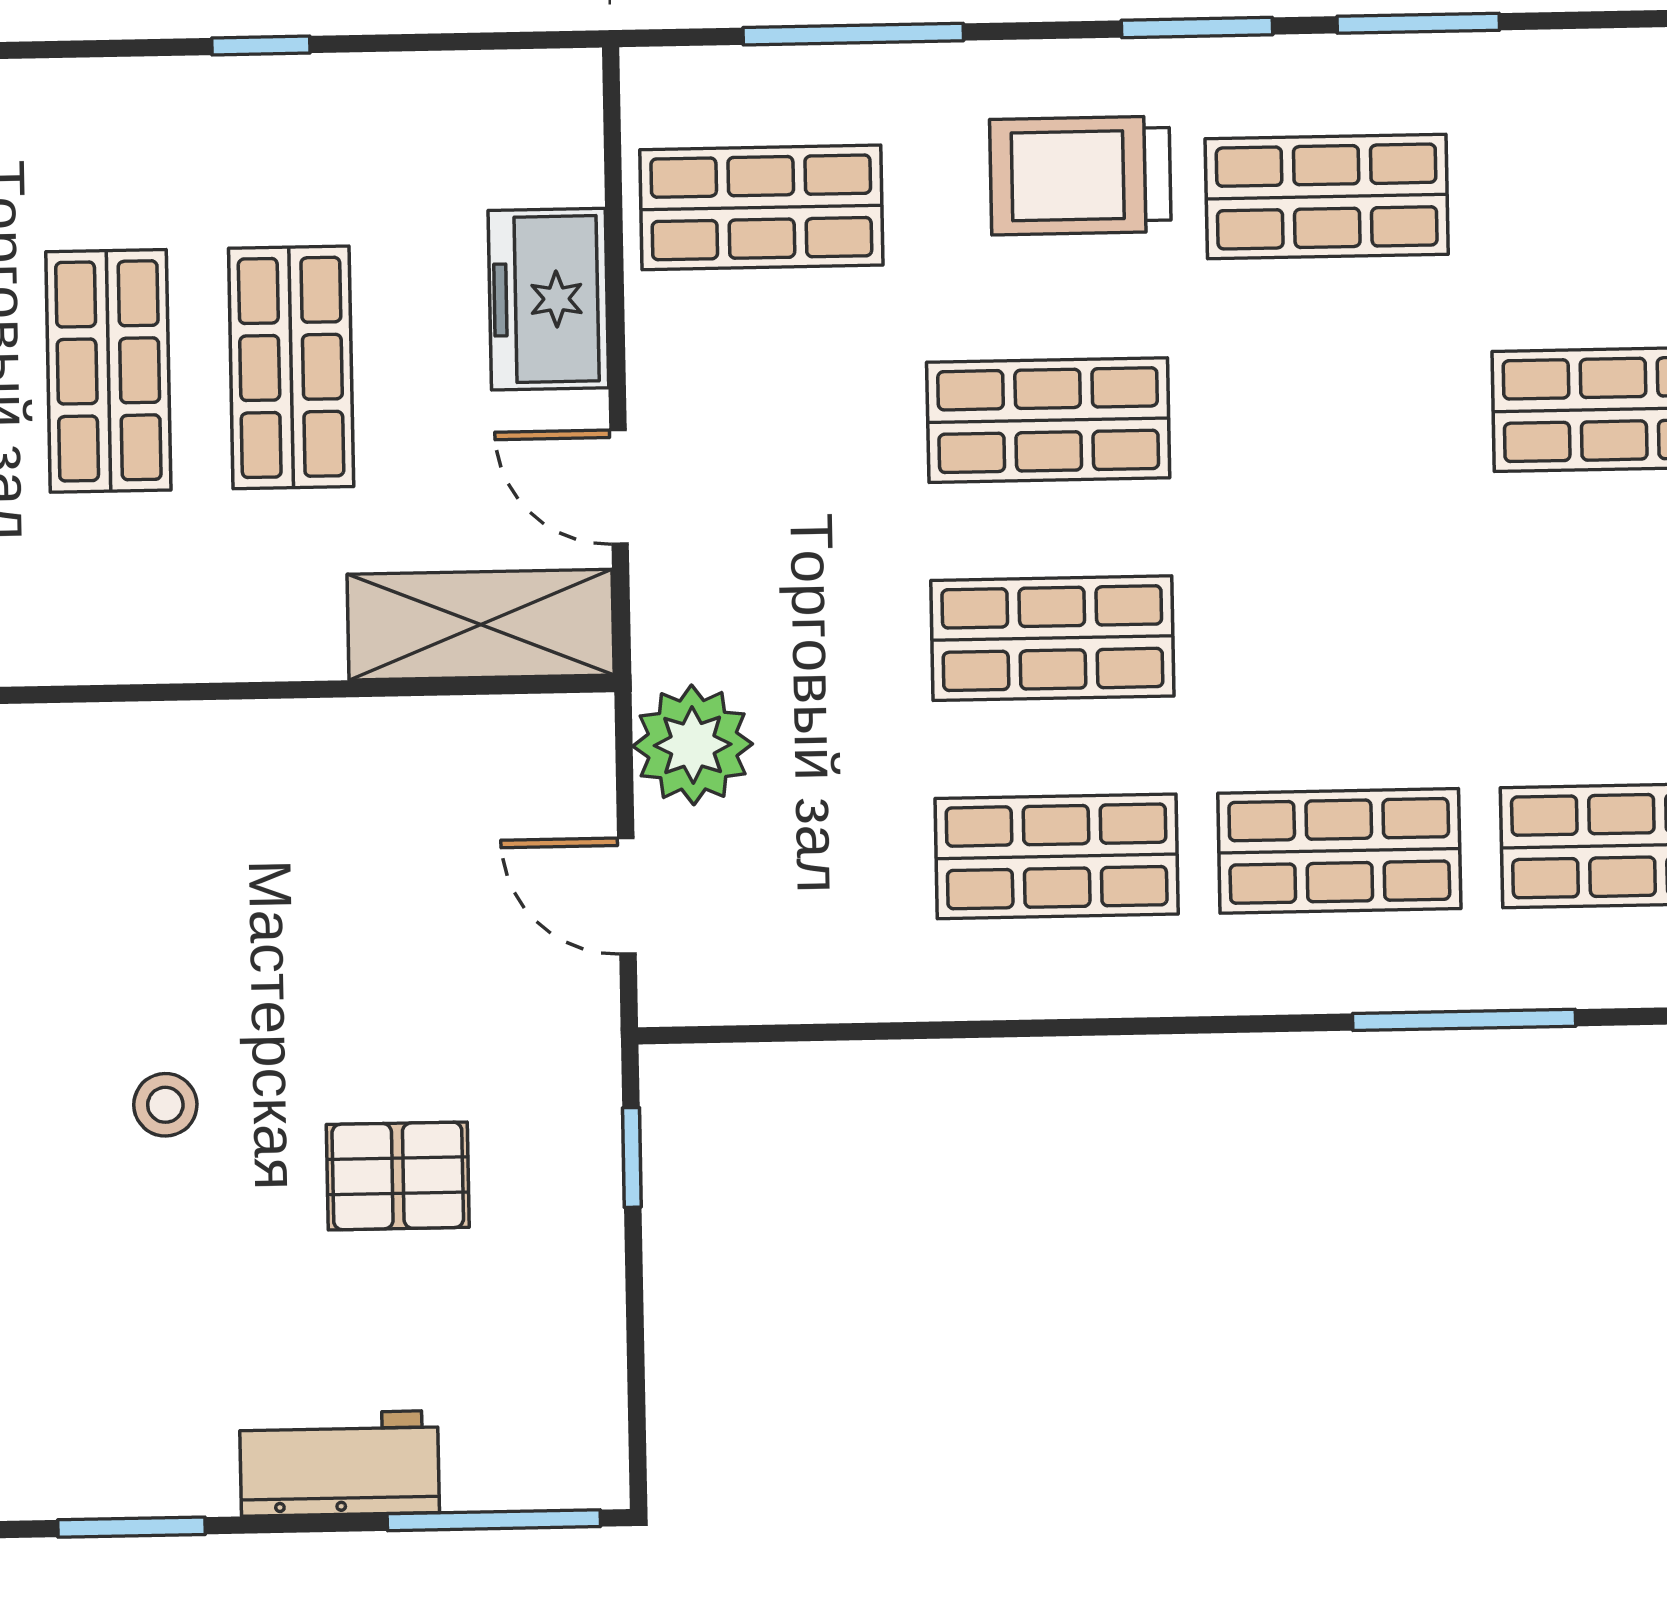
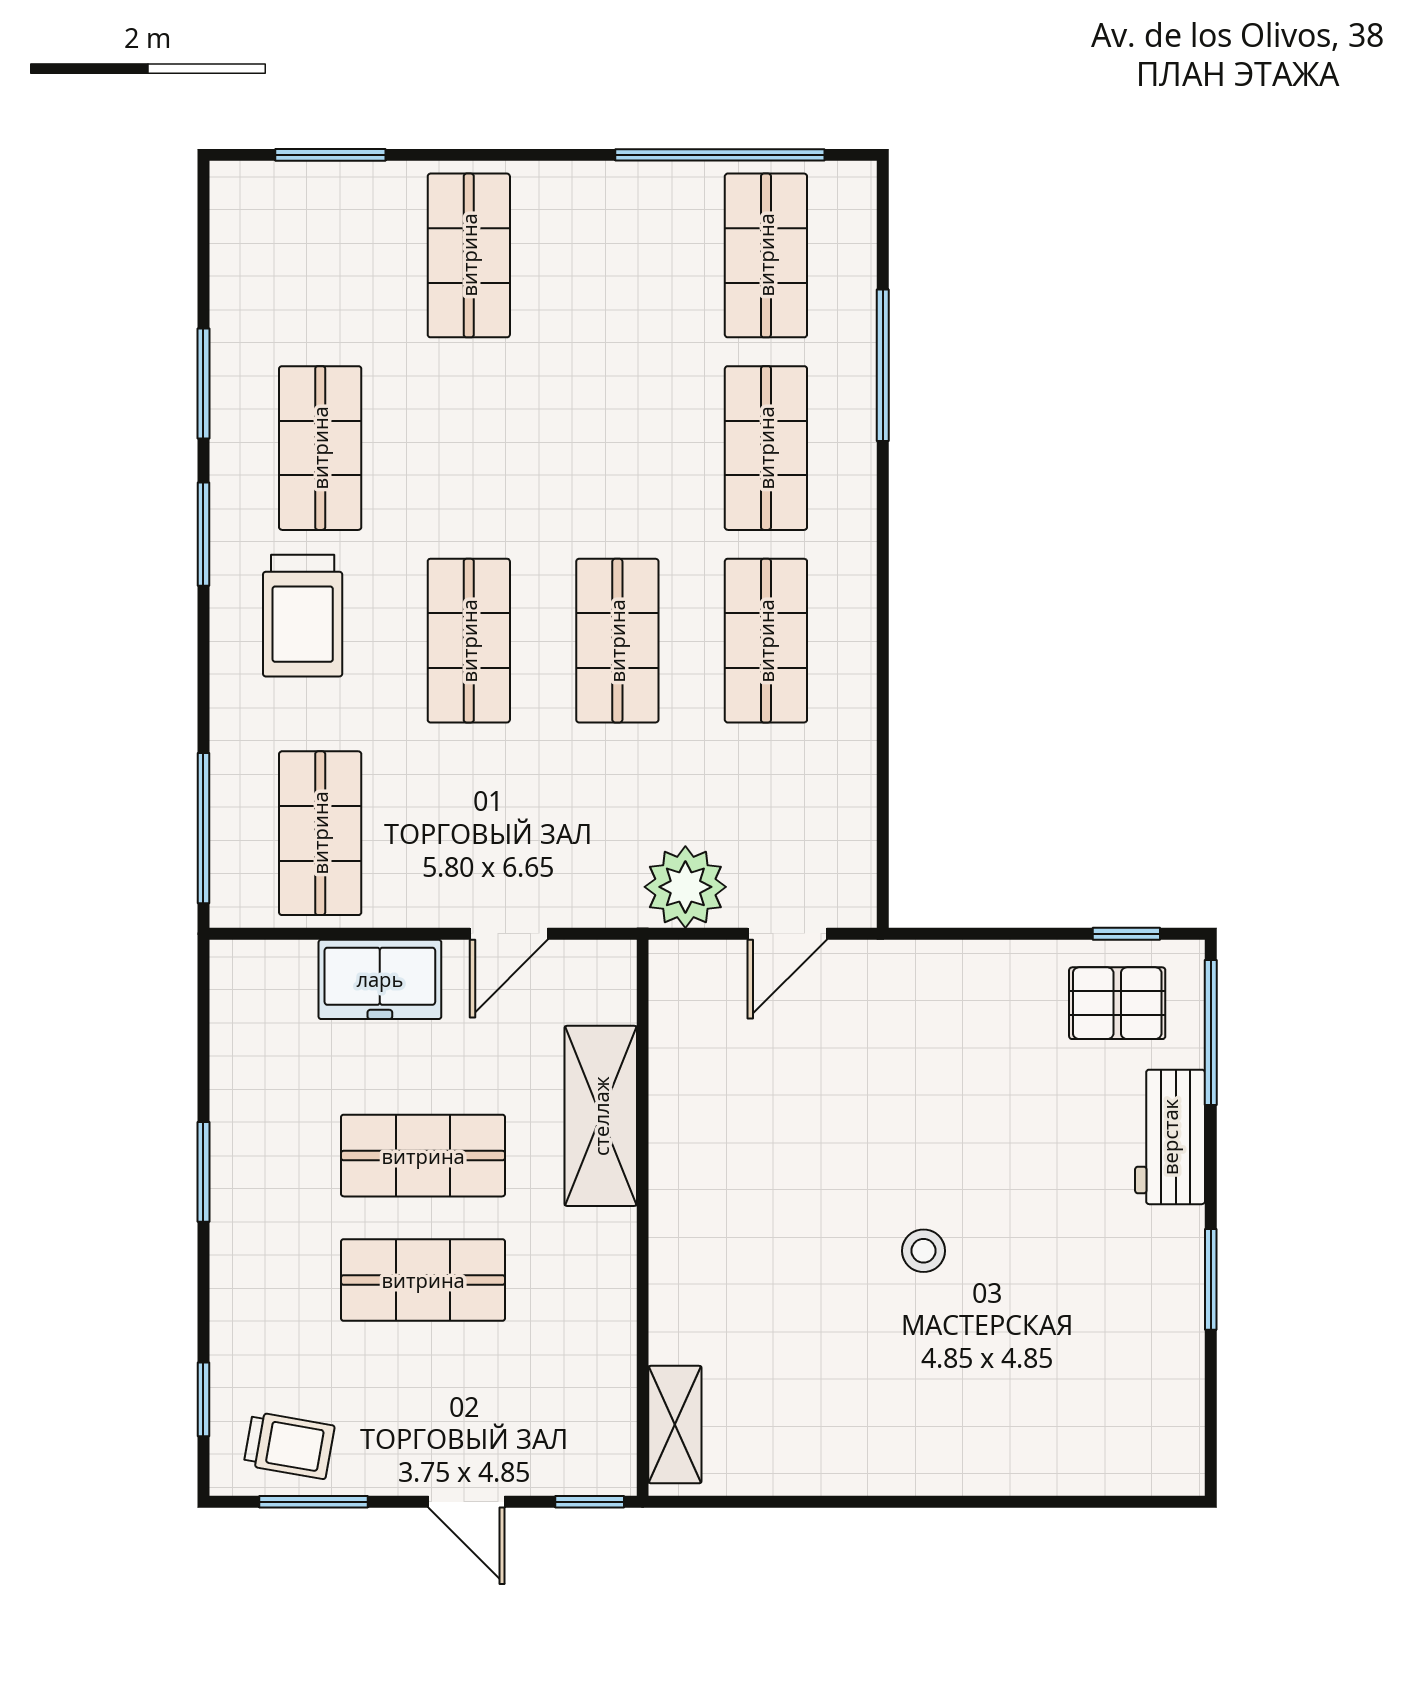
window: (853, 34) -> (203, 828), moved
window: (261, 46) -> (203, 1172), width x1.50
shelving: (481, 625) -> (601, 1116), moved
window: (632, 1157) -> (1126, 934), moved
pallet: (398, 1176) -> (1117, 1003), moved, turned 90

